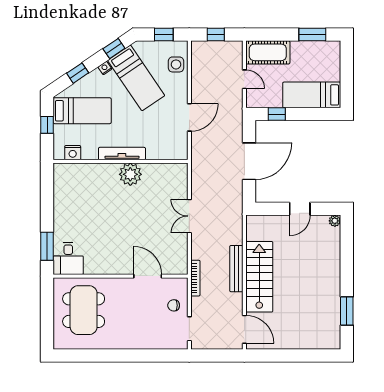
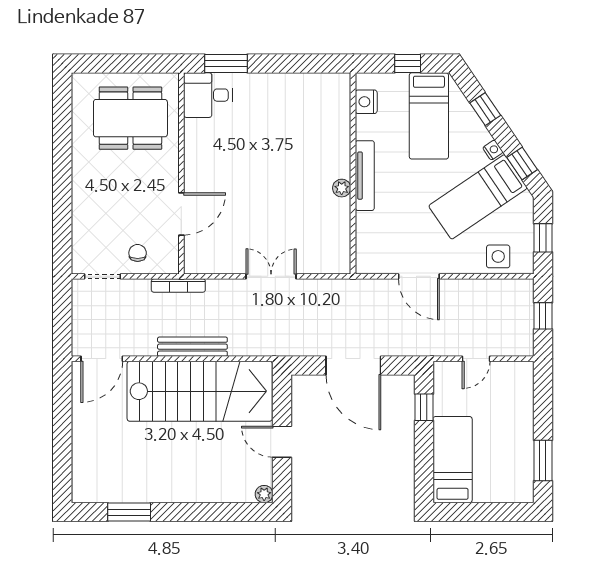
cot: (268, 52) -> (516, 394), removed
plant: (130, 174) -> (342, 188), width x0.53, depth x0.53
stairs: (259, 277) -> (200, 391), width x1.36, depth x1.51

